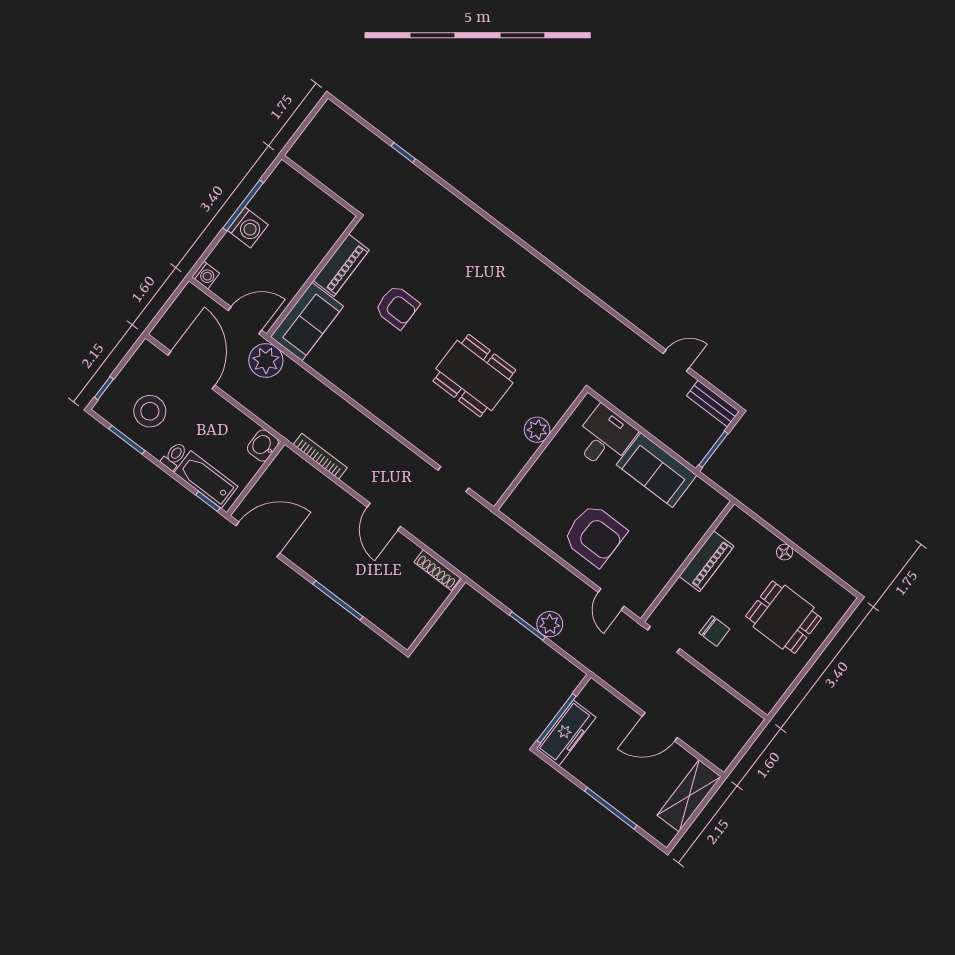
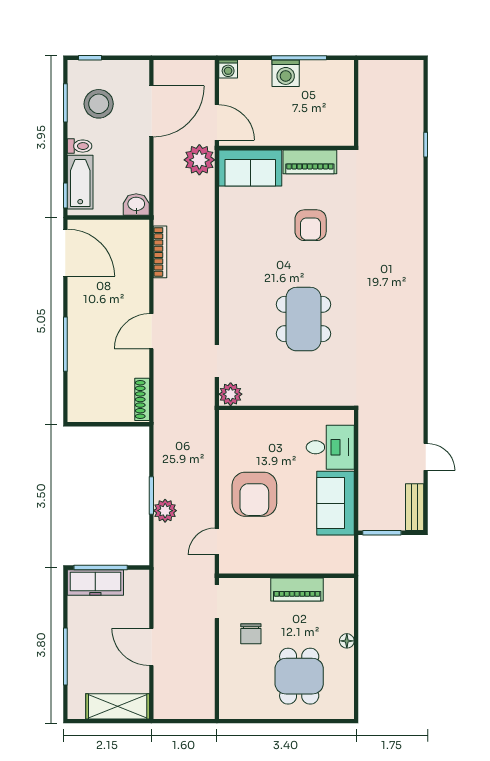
plant: (537, 430) -> (231, 394), moved

